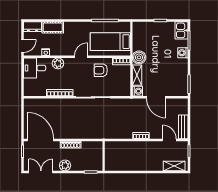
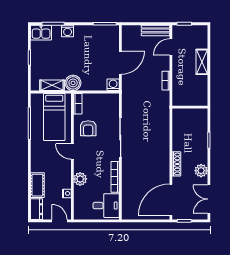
desk: (35, 68) -> (106, 206), moved, turned -90
shelving: (137, 75) -> (52, 85), moved
wall: (104, 156) -> (190, 107), moved
shelving: (174, 166) -> (202, 62), moved

